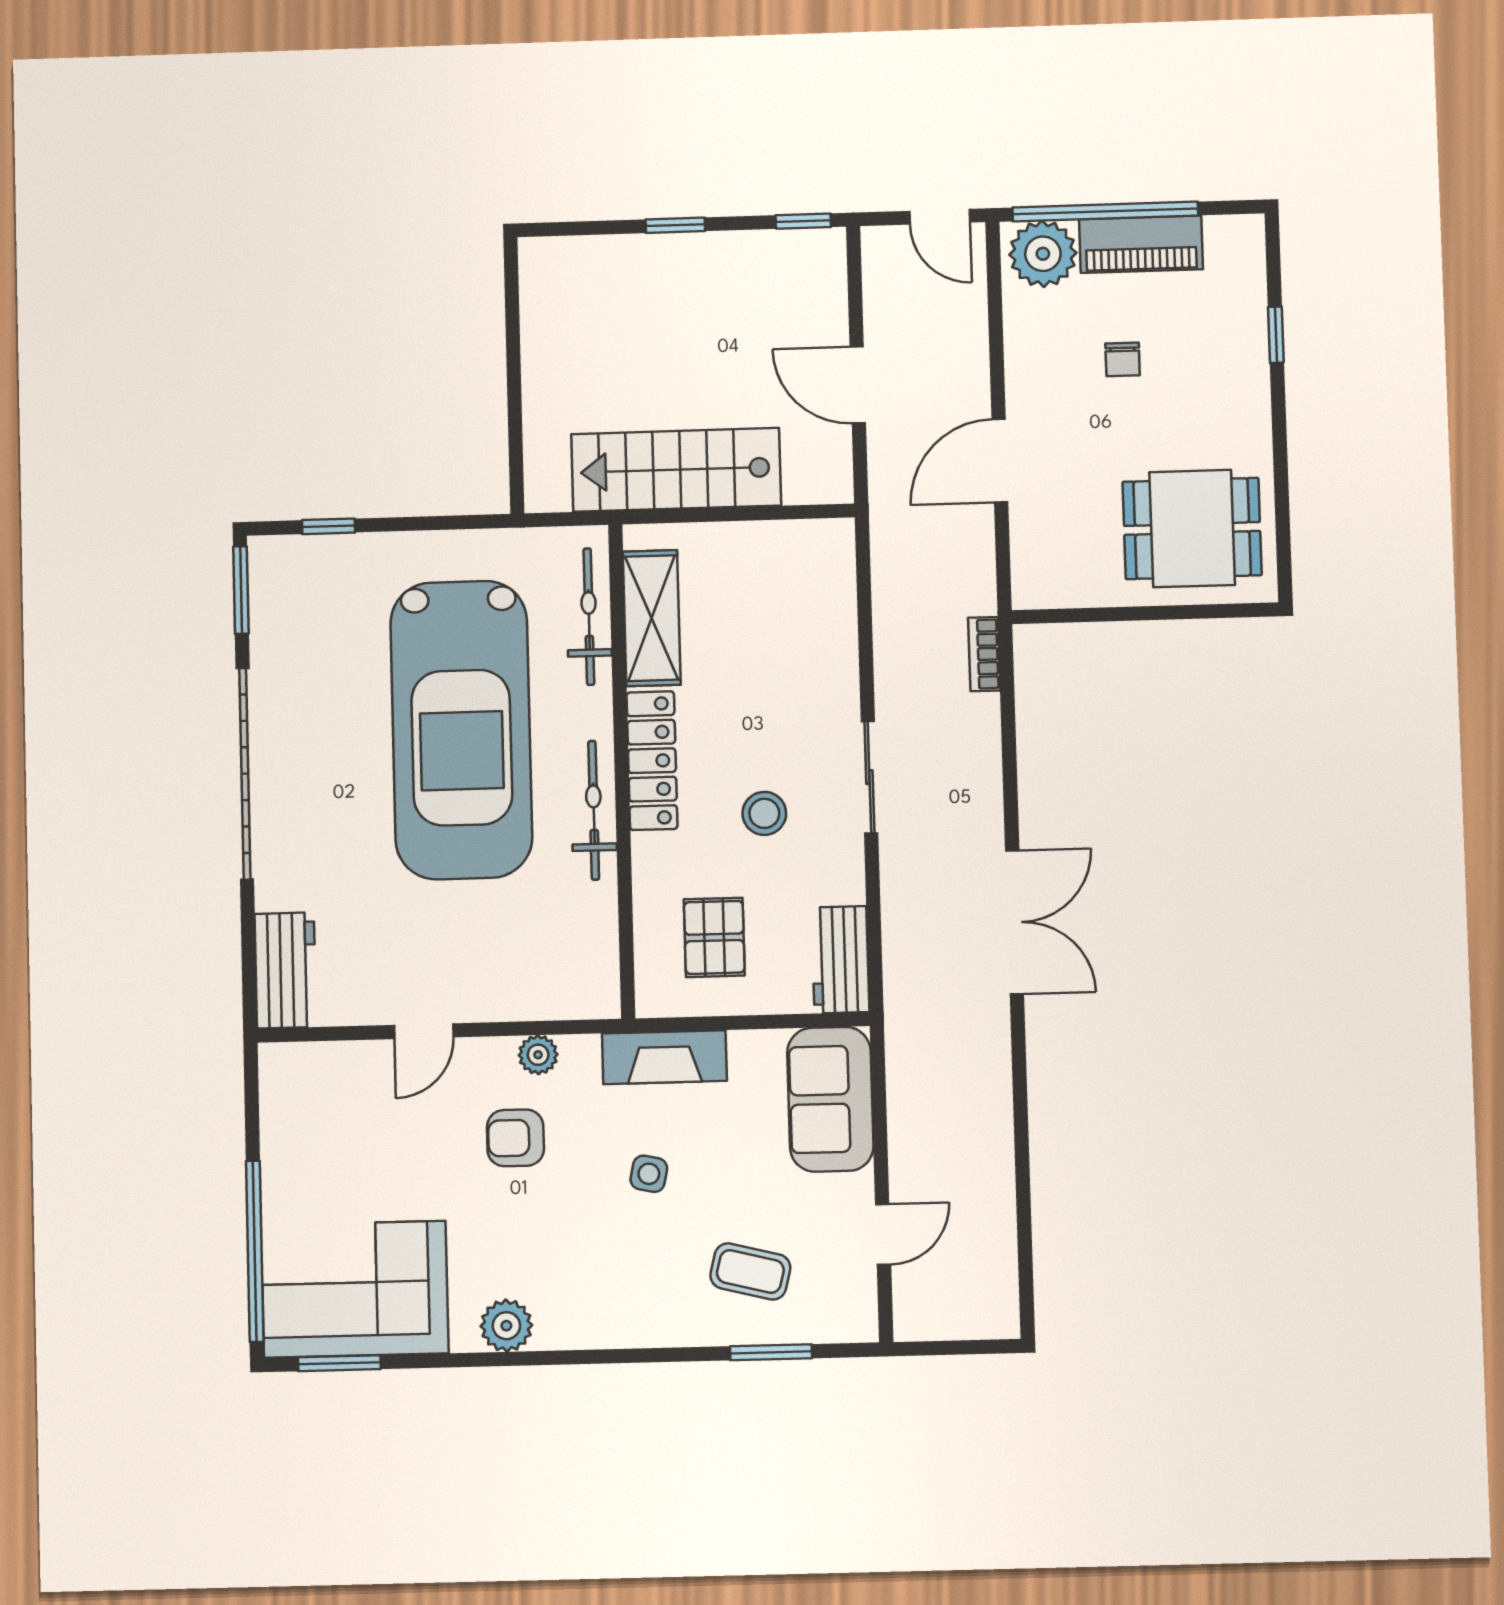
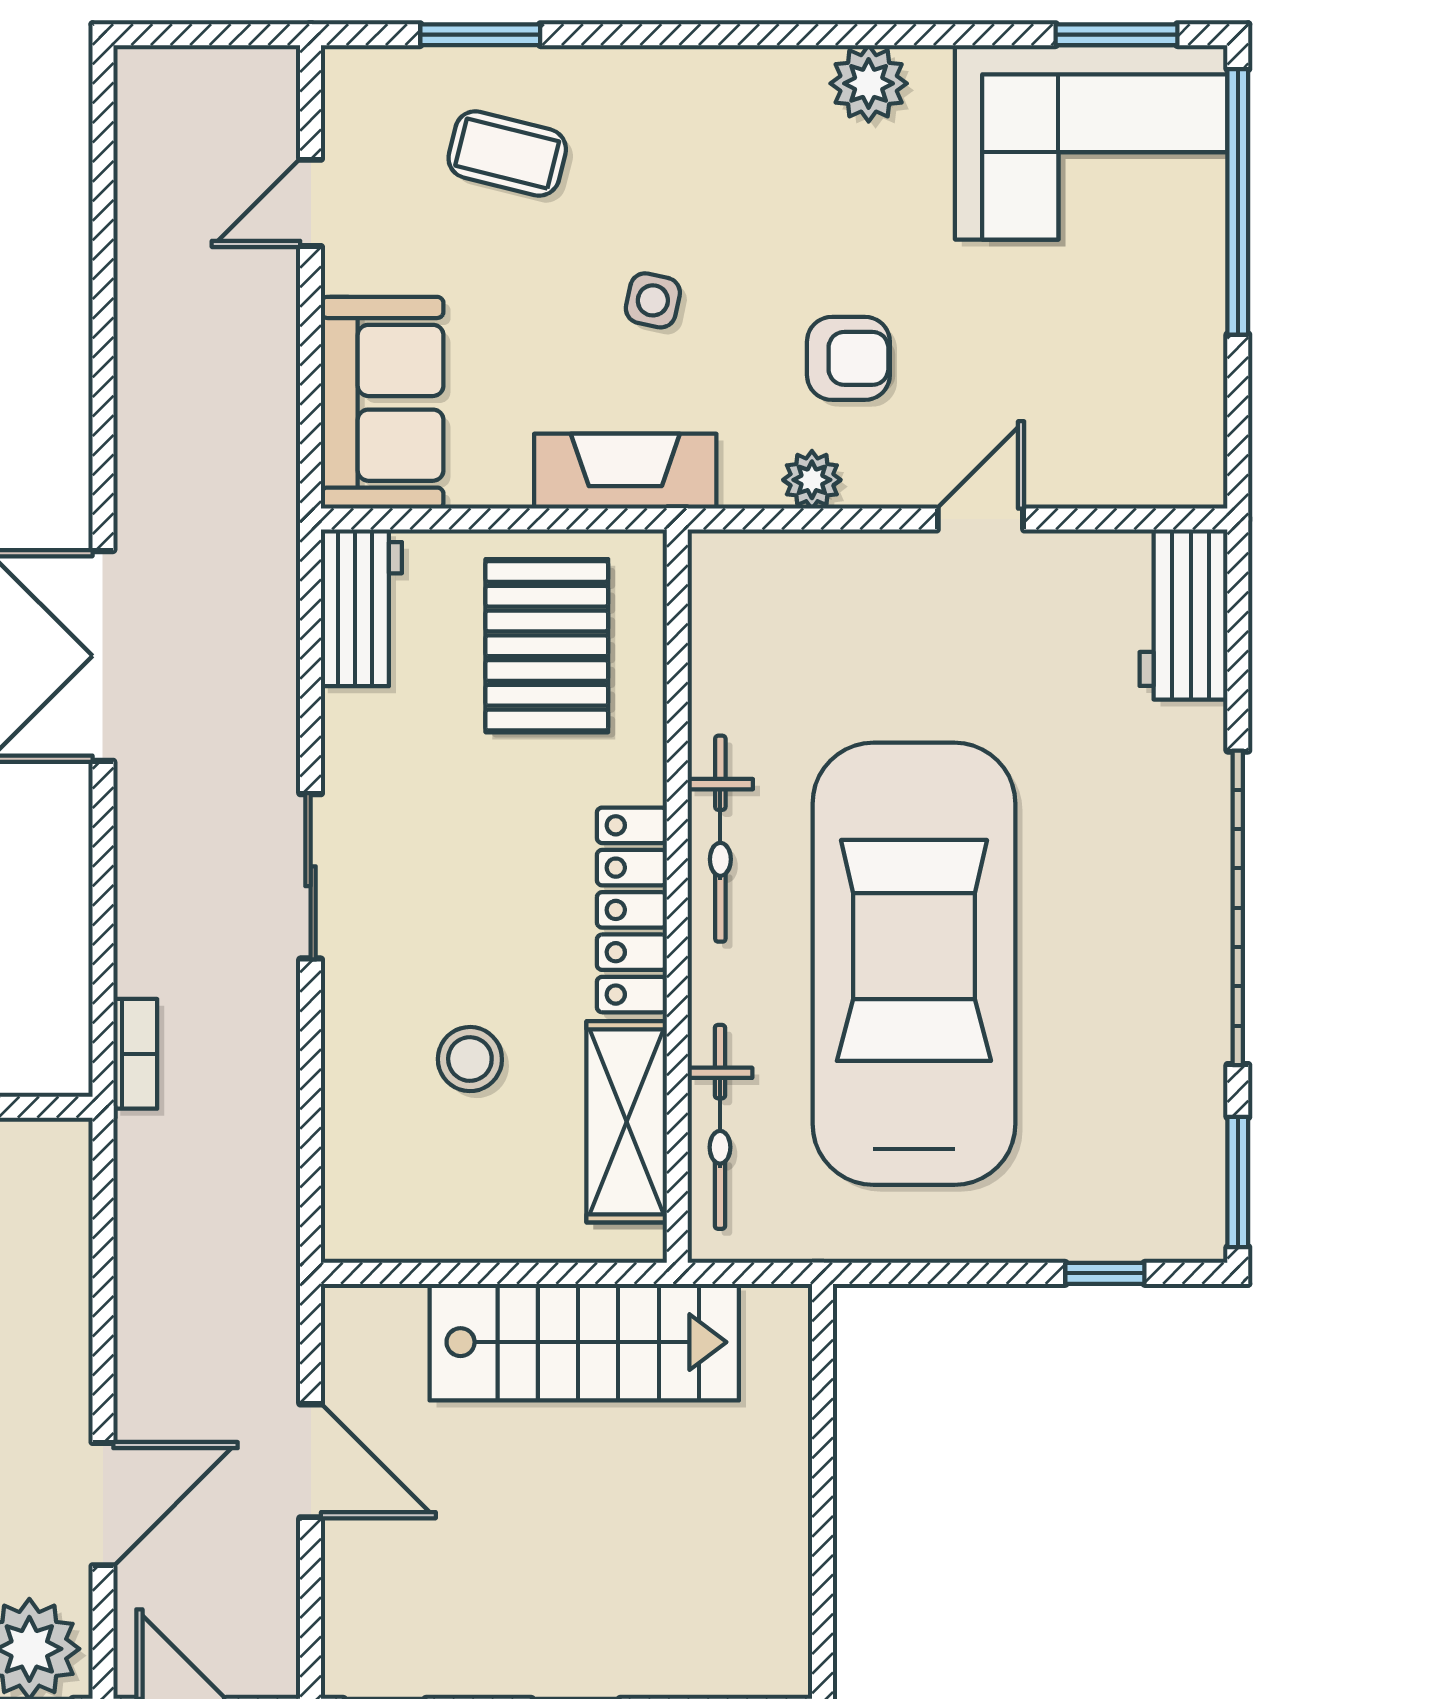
door: (1000, 461) -> (103, 1504), moved
stool: (764, 813) -> (470, 1059), moved
pallet: (714, 937) -> (547, 646), width x1.50, depth x1.42

